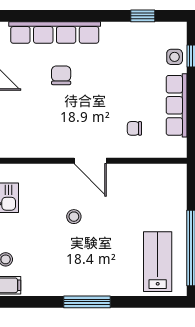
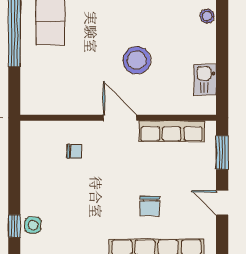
row of seats: (177, 105) -> (172, 131), moved, turned 90
stool: (74, 217) -> (137, 60), width x1.89, depth x1.89

